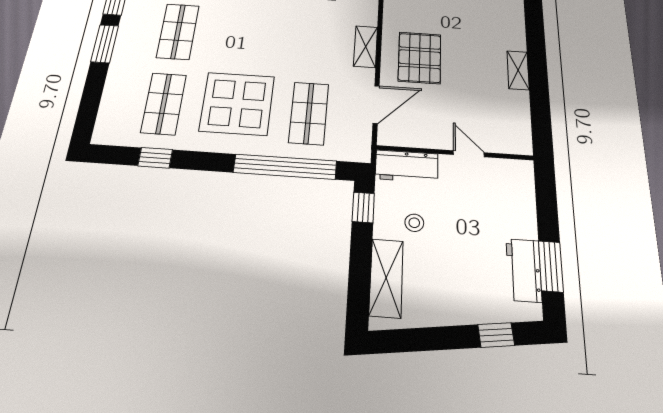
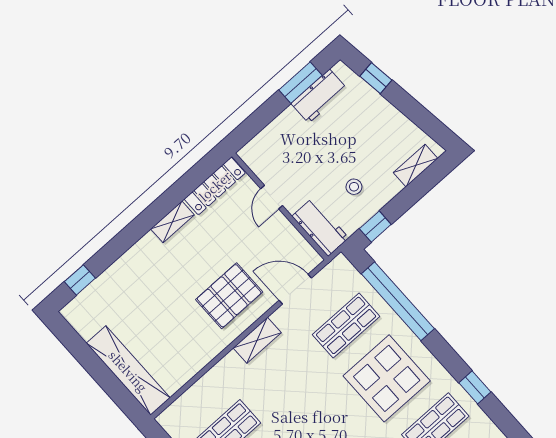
locker: (519, 122) -> (215, 186), added
shelving: (386, 278) -> (416, 166), width x0.67, depth x0.75

